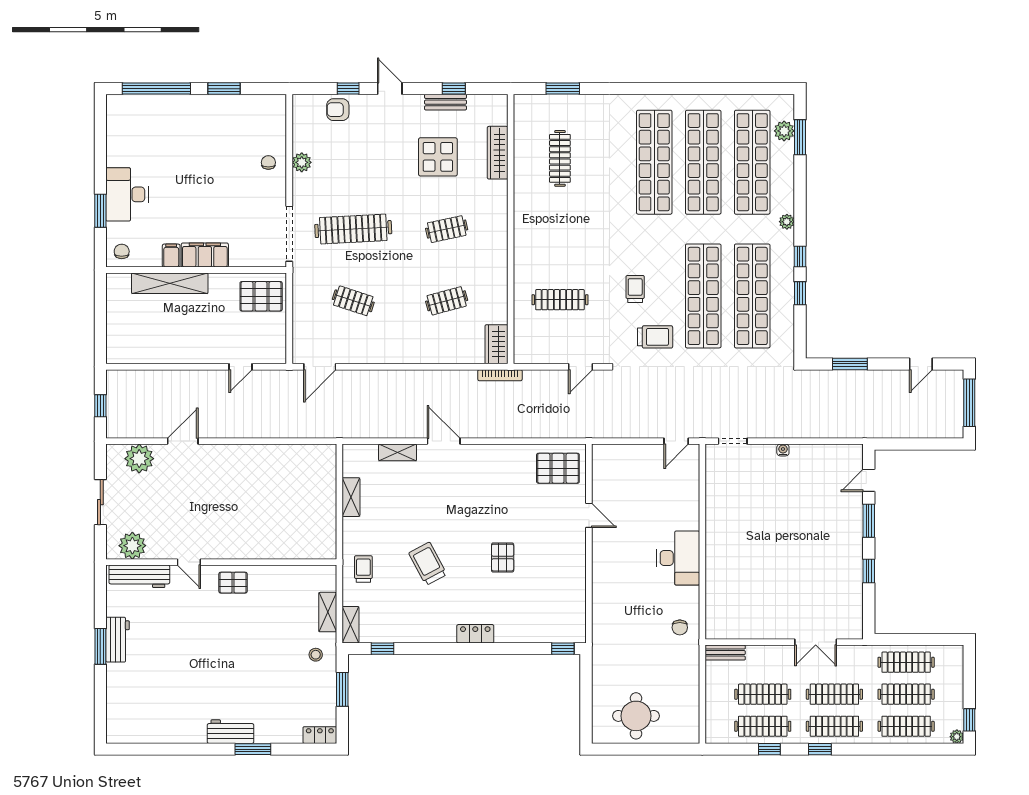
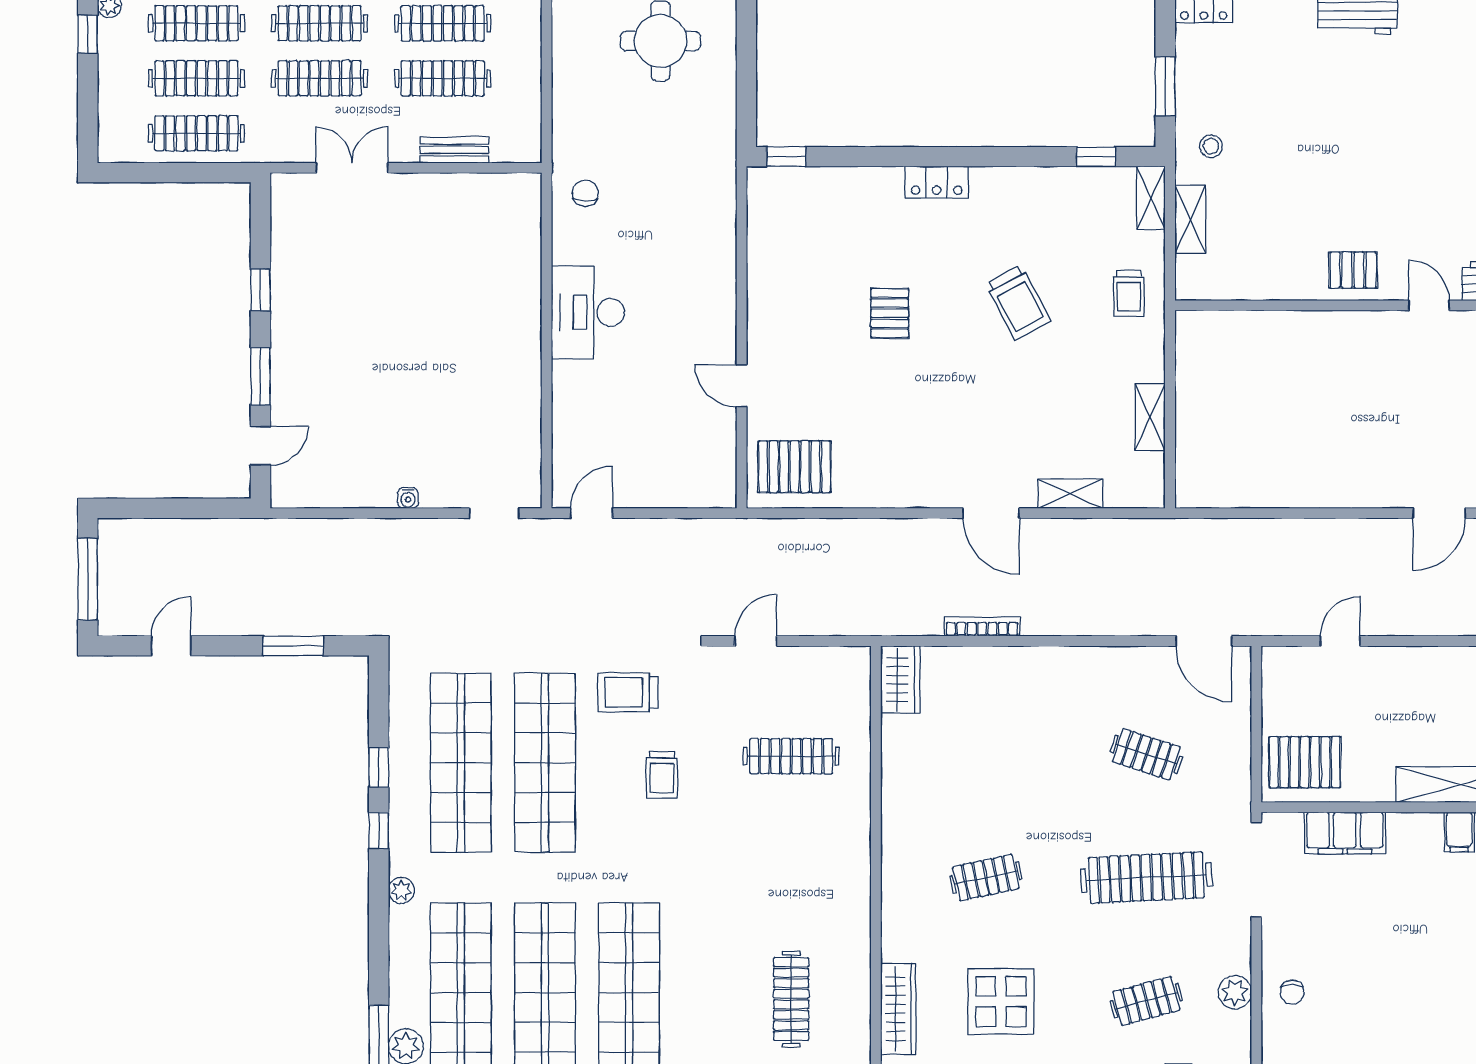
filing cabinet: (205, 255) -> (1345, 833), moved
clothes rail: (447, 301) -> (1146, 1001), moved
door: (320, 367) -> (1204, 641), swing flipped
bookcase: (500, 375) -> (982, 627), moved
bench: (725, 653) -> (454, 150), moved

